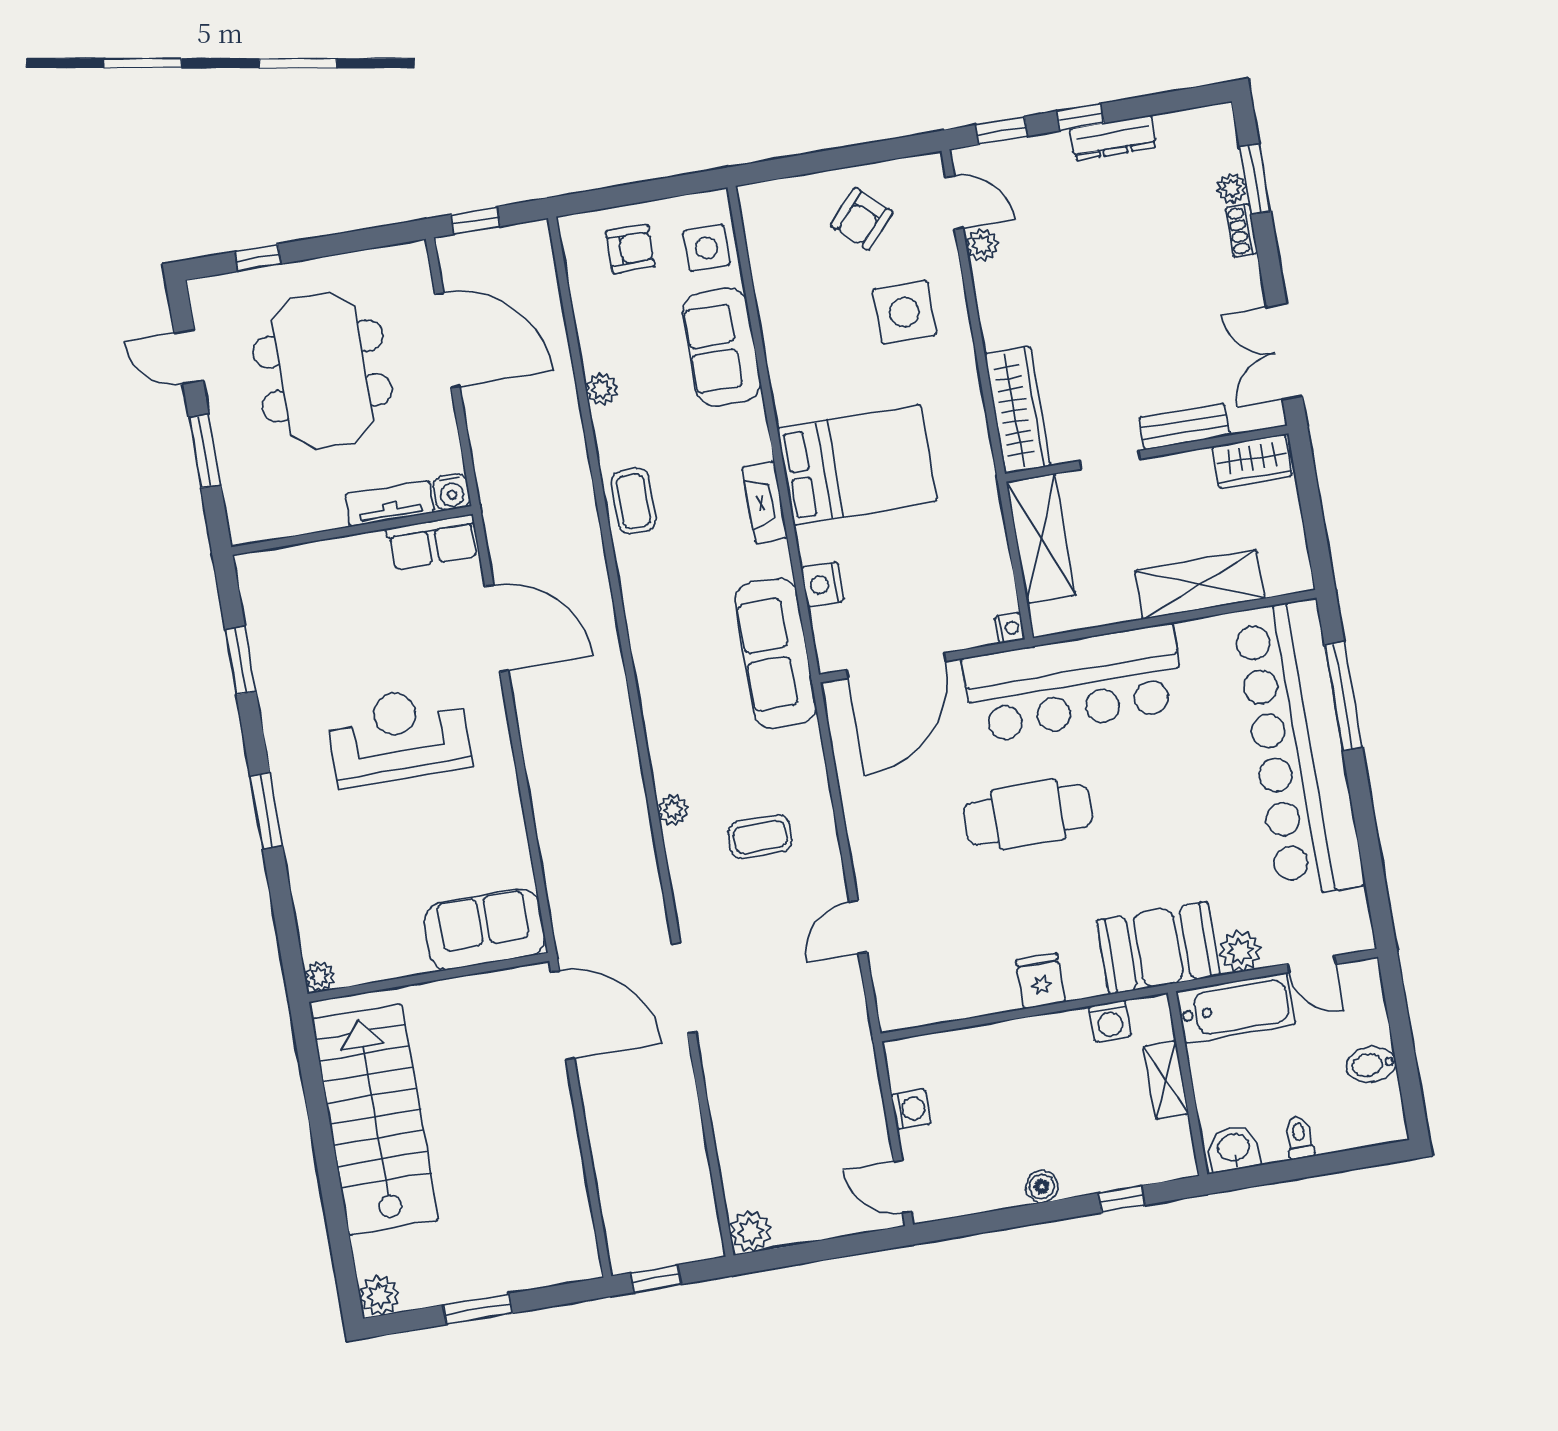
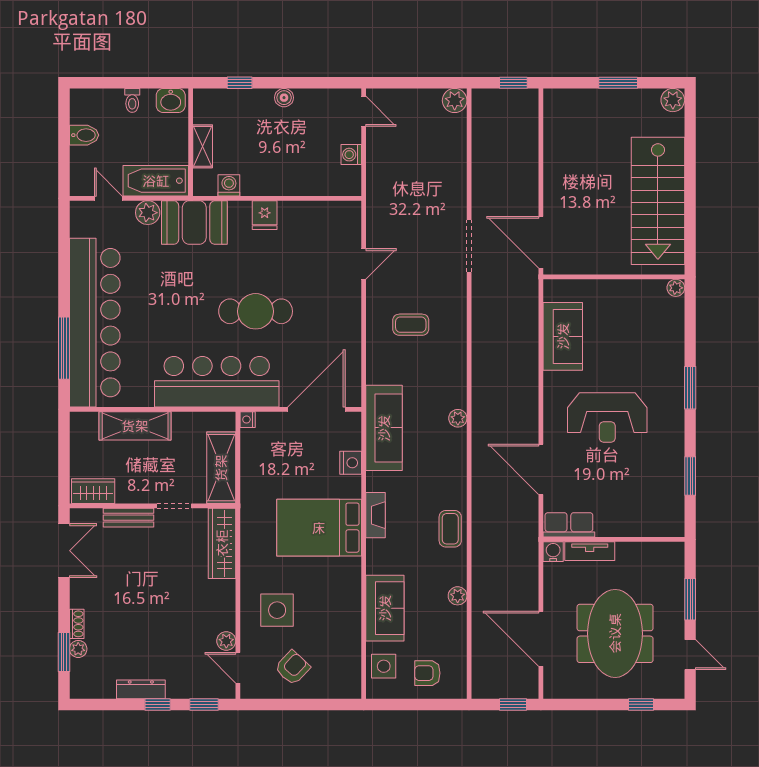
plant: (673, 810) -> (458, 418), moved
sofa: (485, 929) -> (563, 336), moved, turned -90

